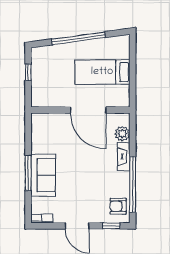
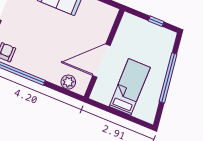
fireplace: (124, 157) -> (48, 75), removed

